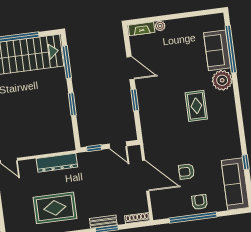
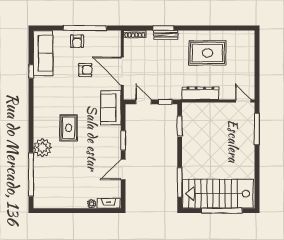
sofa: (217, 50) -> (111, 108), moved, turned 180
door: (130, 68) -> (123, 169), hinge flipped
window: (72, 104) -> (180, 126), moved

